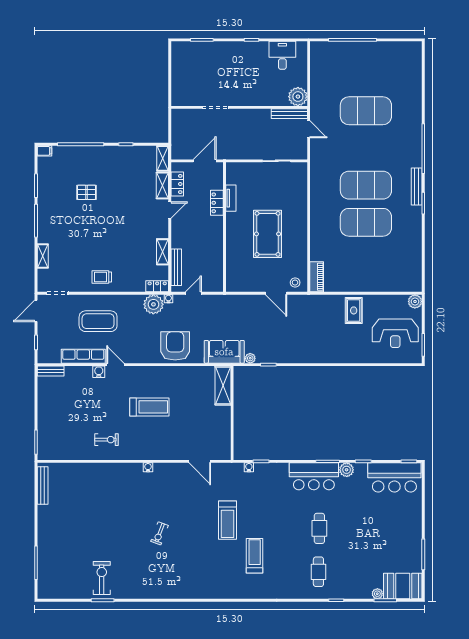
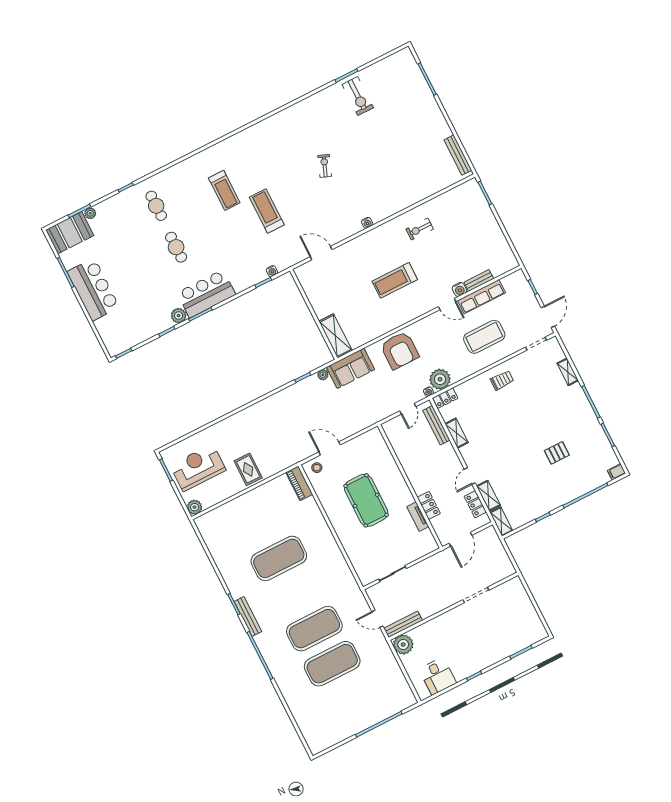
exercise mat: (366, 185) -> (314, 629), moved
bench: (51, 371) -> (479, 280), moved
bar counter: (394, 477) -> (93, 289), moved, turned 90

